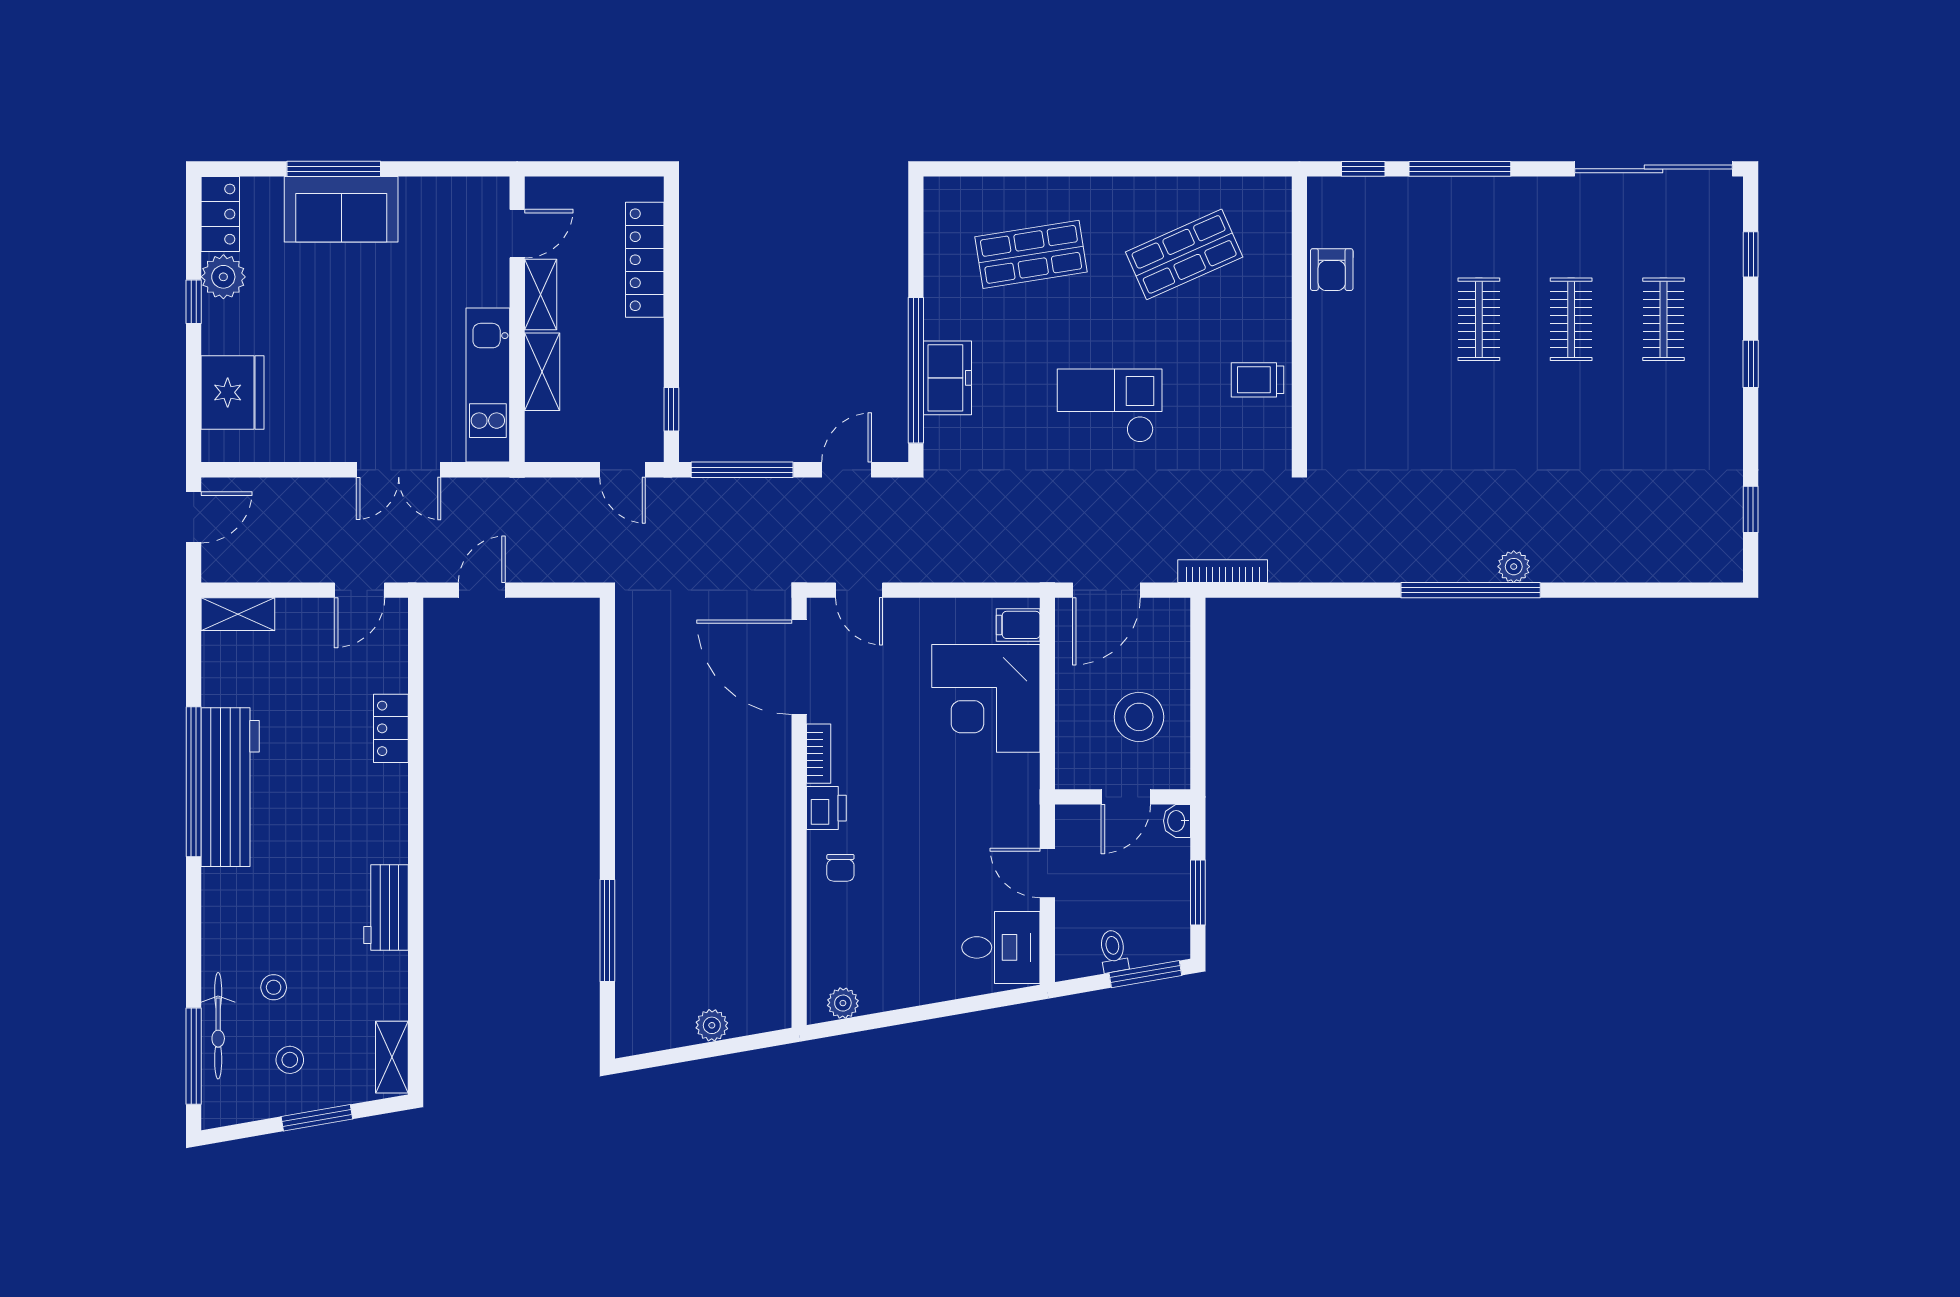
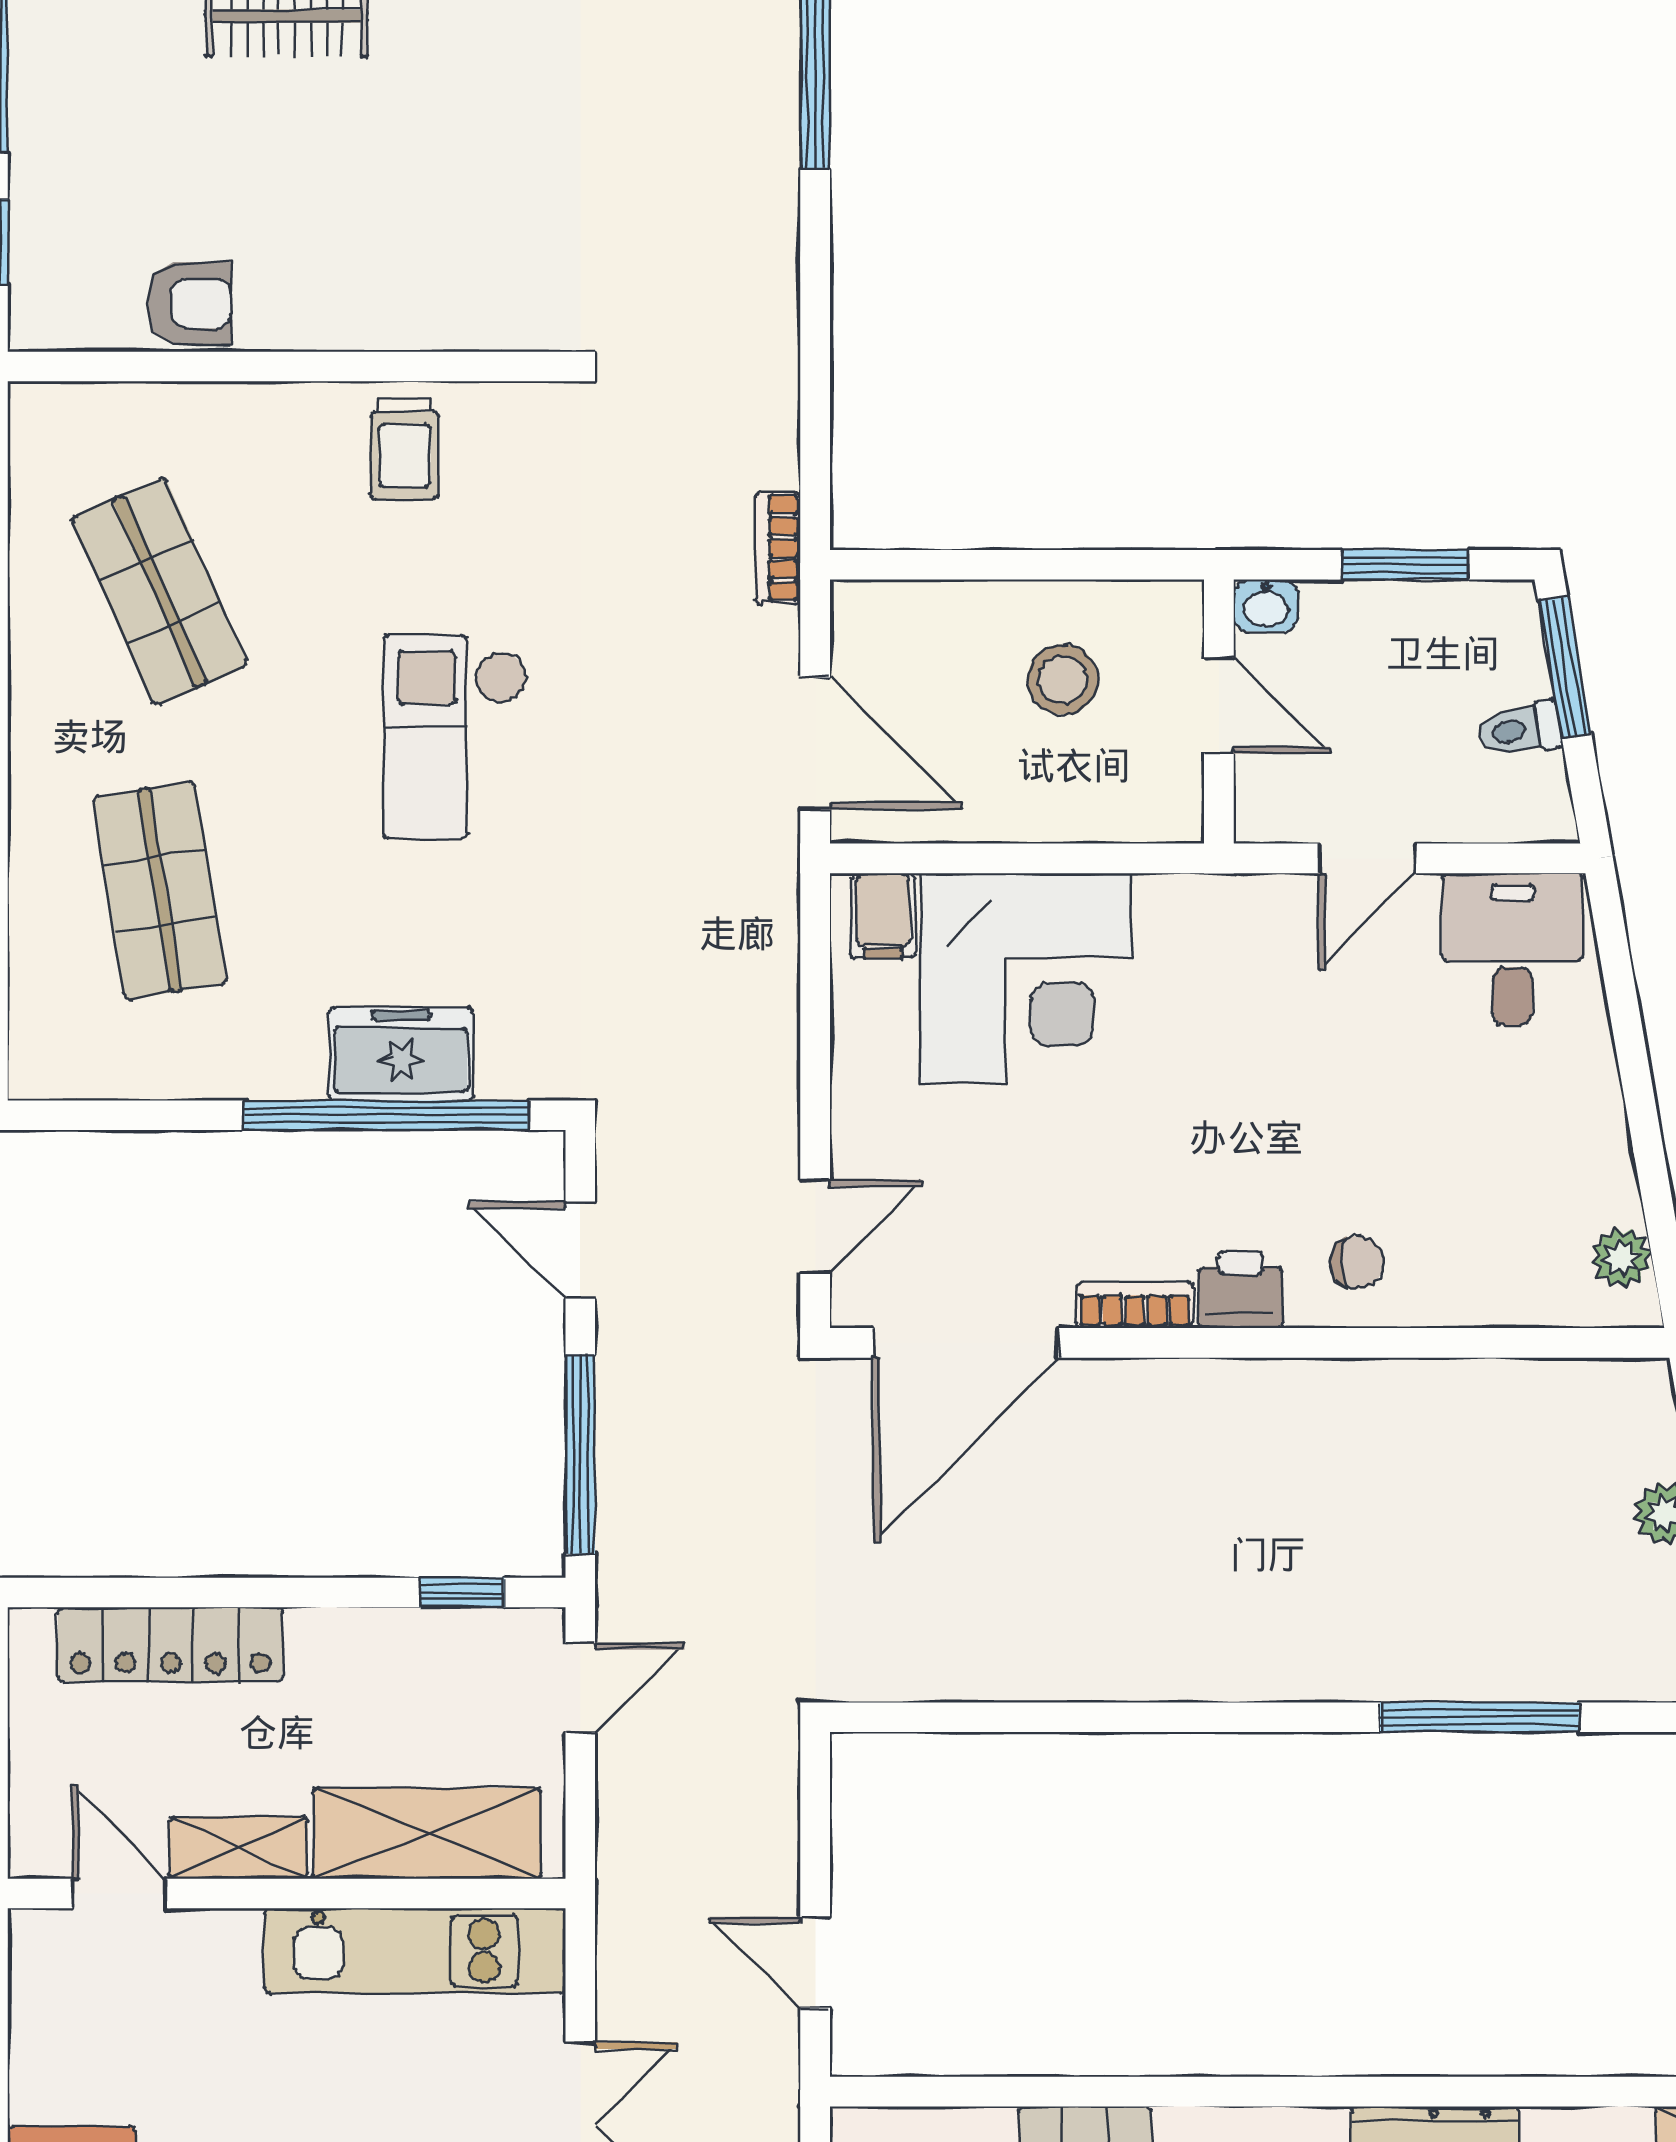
shelving: (542, 372) -> (427, 1833), width x1.50, depth x1.33
bookcase: (1223, 571) -> (778, 548), width x0.64
stool: (1139, 717) -> (1063, 680), width x0.73, depth x0.73

